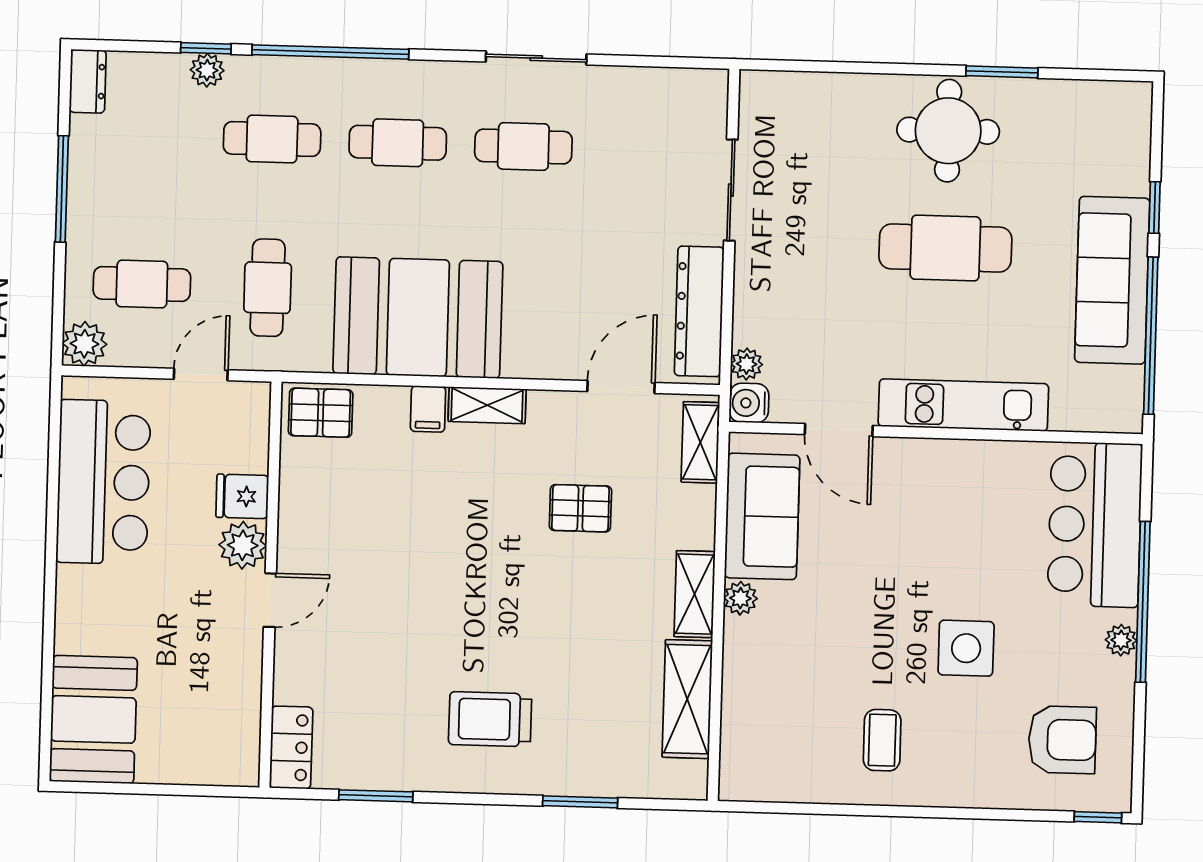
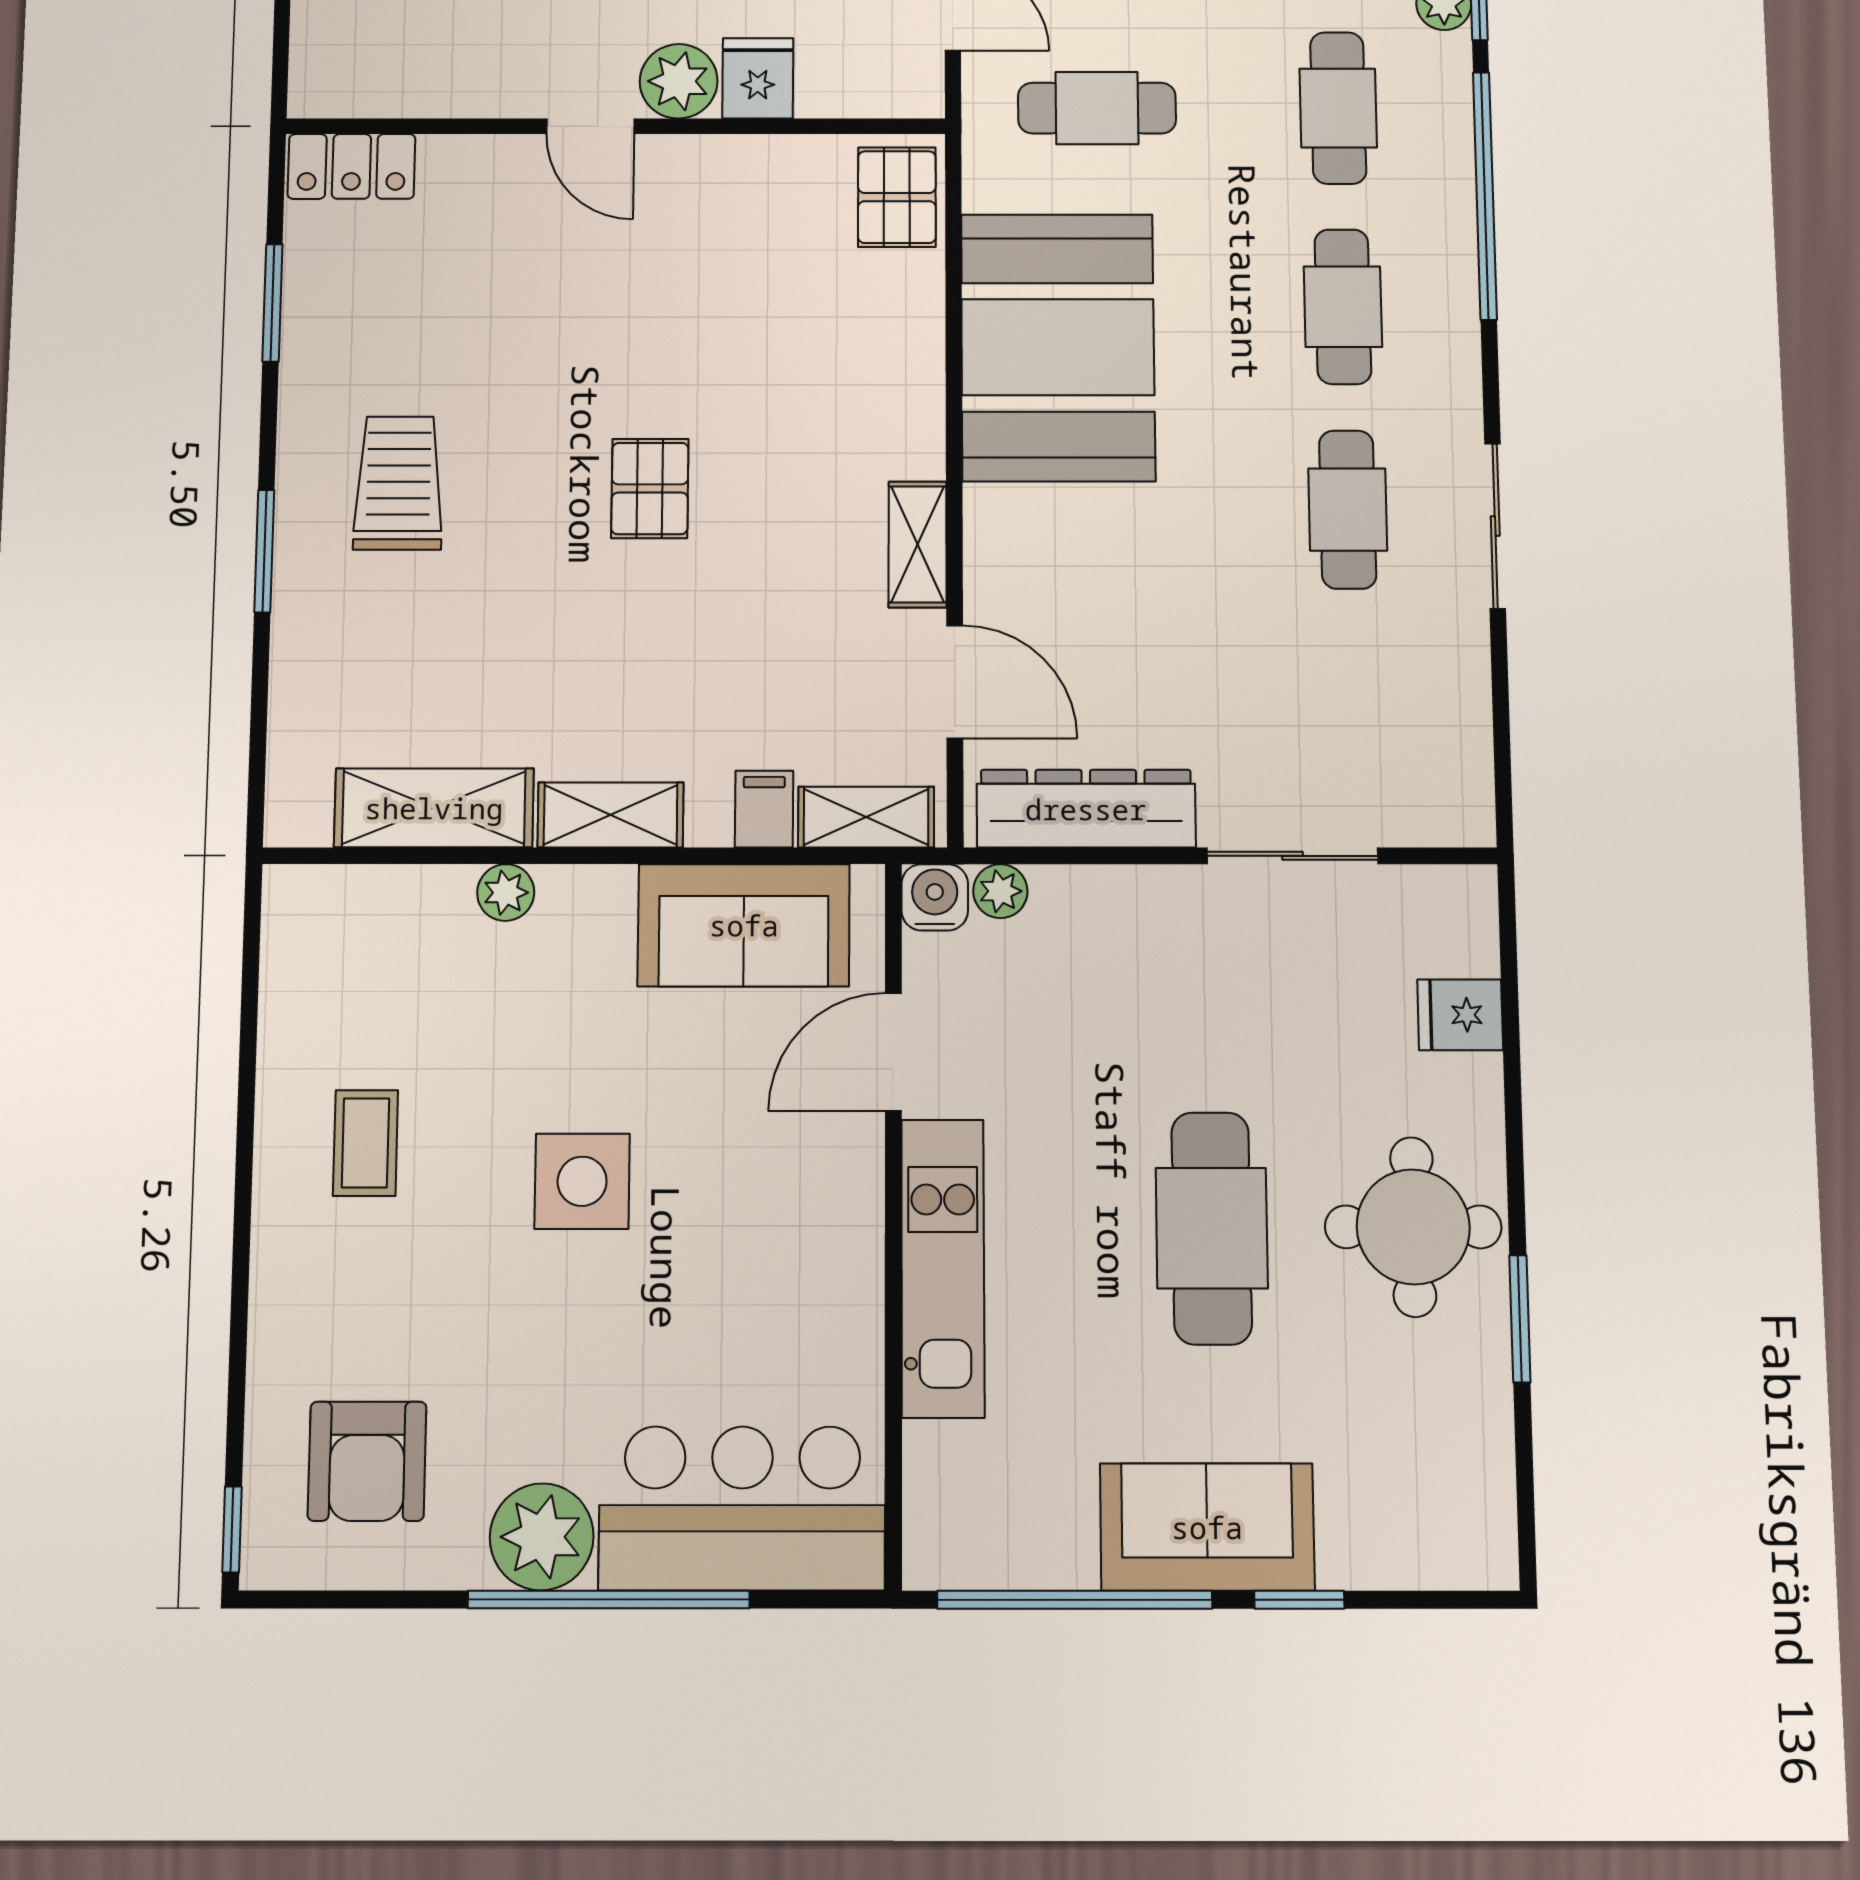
fridge: (827, 96) -> (1460, 1015), added
sofa: (1112, 280) -> (1207, 1527), width x0.73
shelving: (487, 405) -> (918, 544), moved
filing cabinet: (428, 409) -> (764, 809), moved, turned 90
pallet: (580, 508) -> (650, 488), moved
plant: (740, 598) -> (506, 893), moved
plant: (1121, 640) -> (542, 1537), width x1.87, depth x1.87
side table: (966, 648) -> (582, 1181), moved
coffee table: (882, 740) -> (365, 1143), turned 90
window: (580, 802) -> (264, 551), moved

